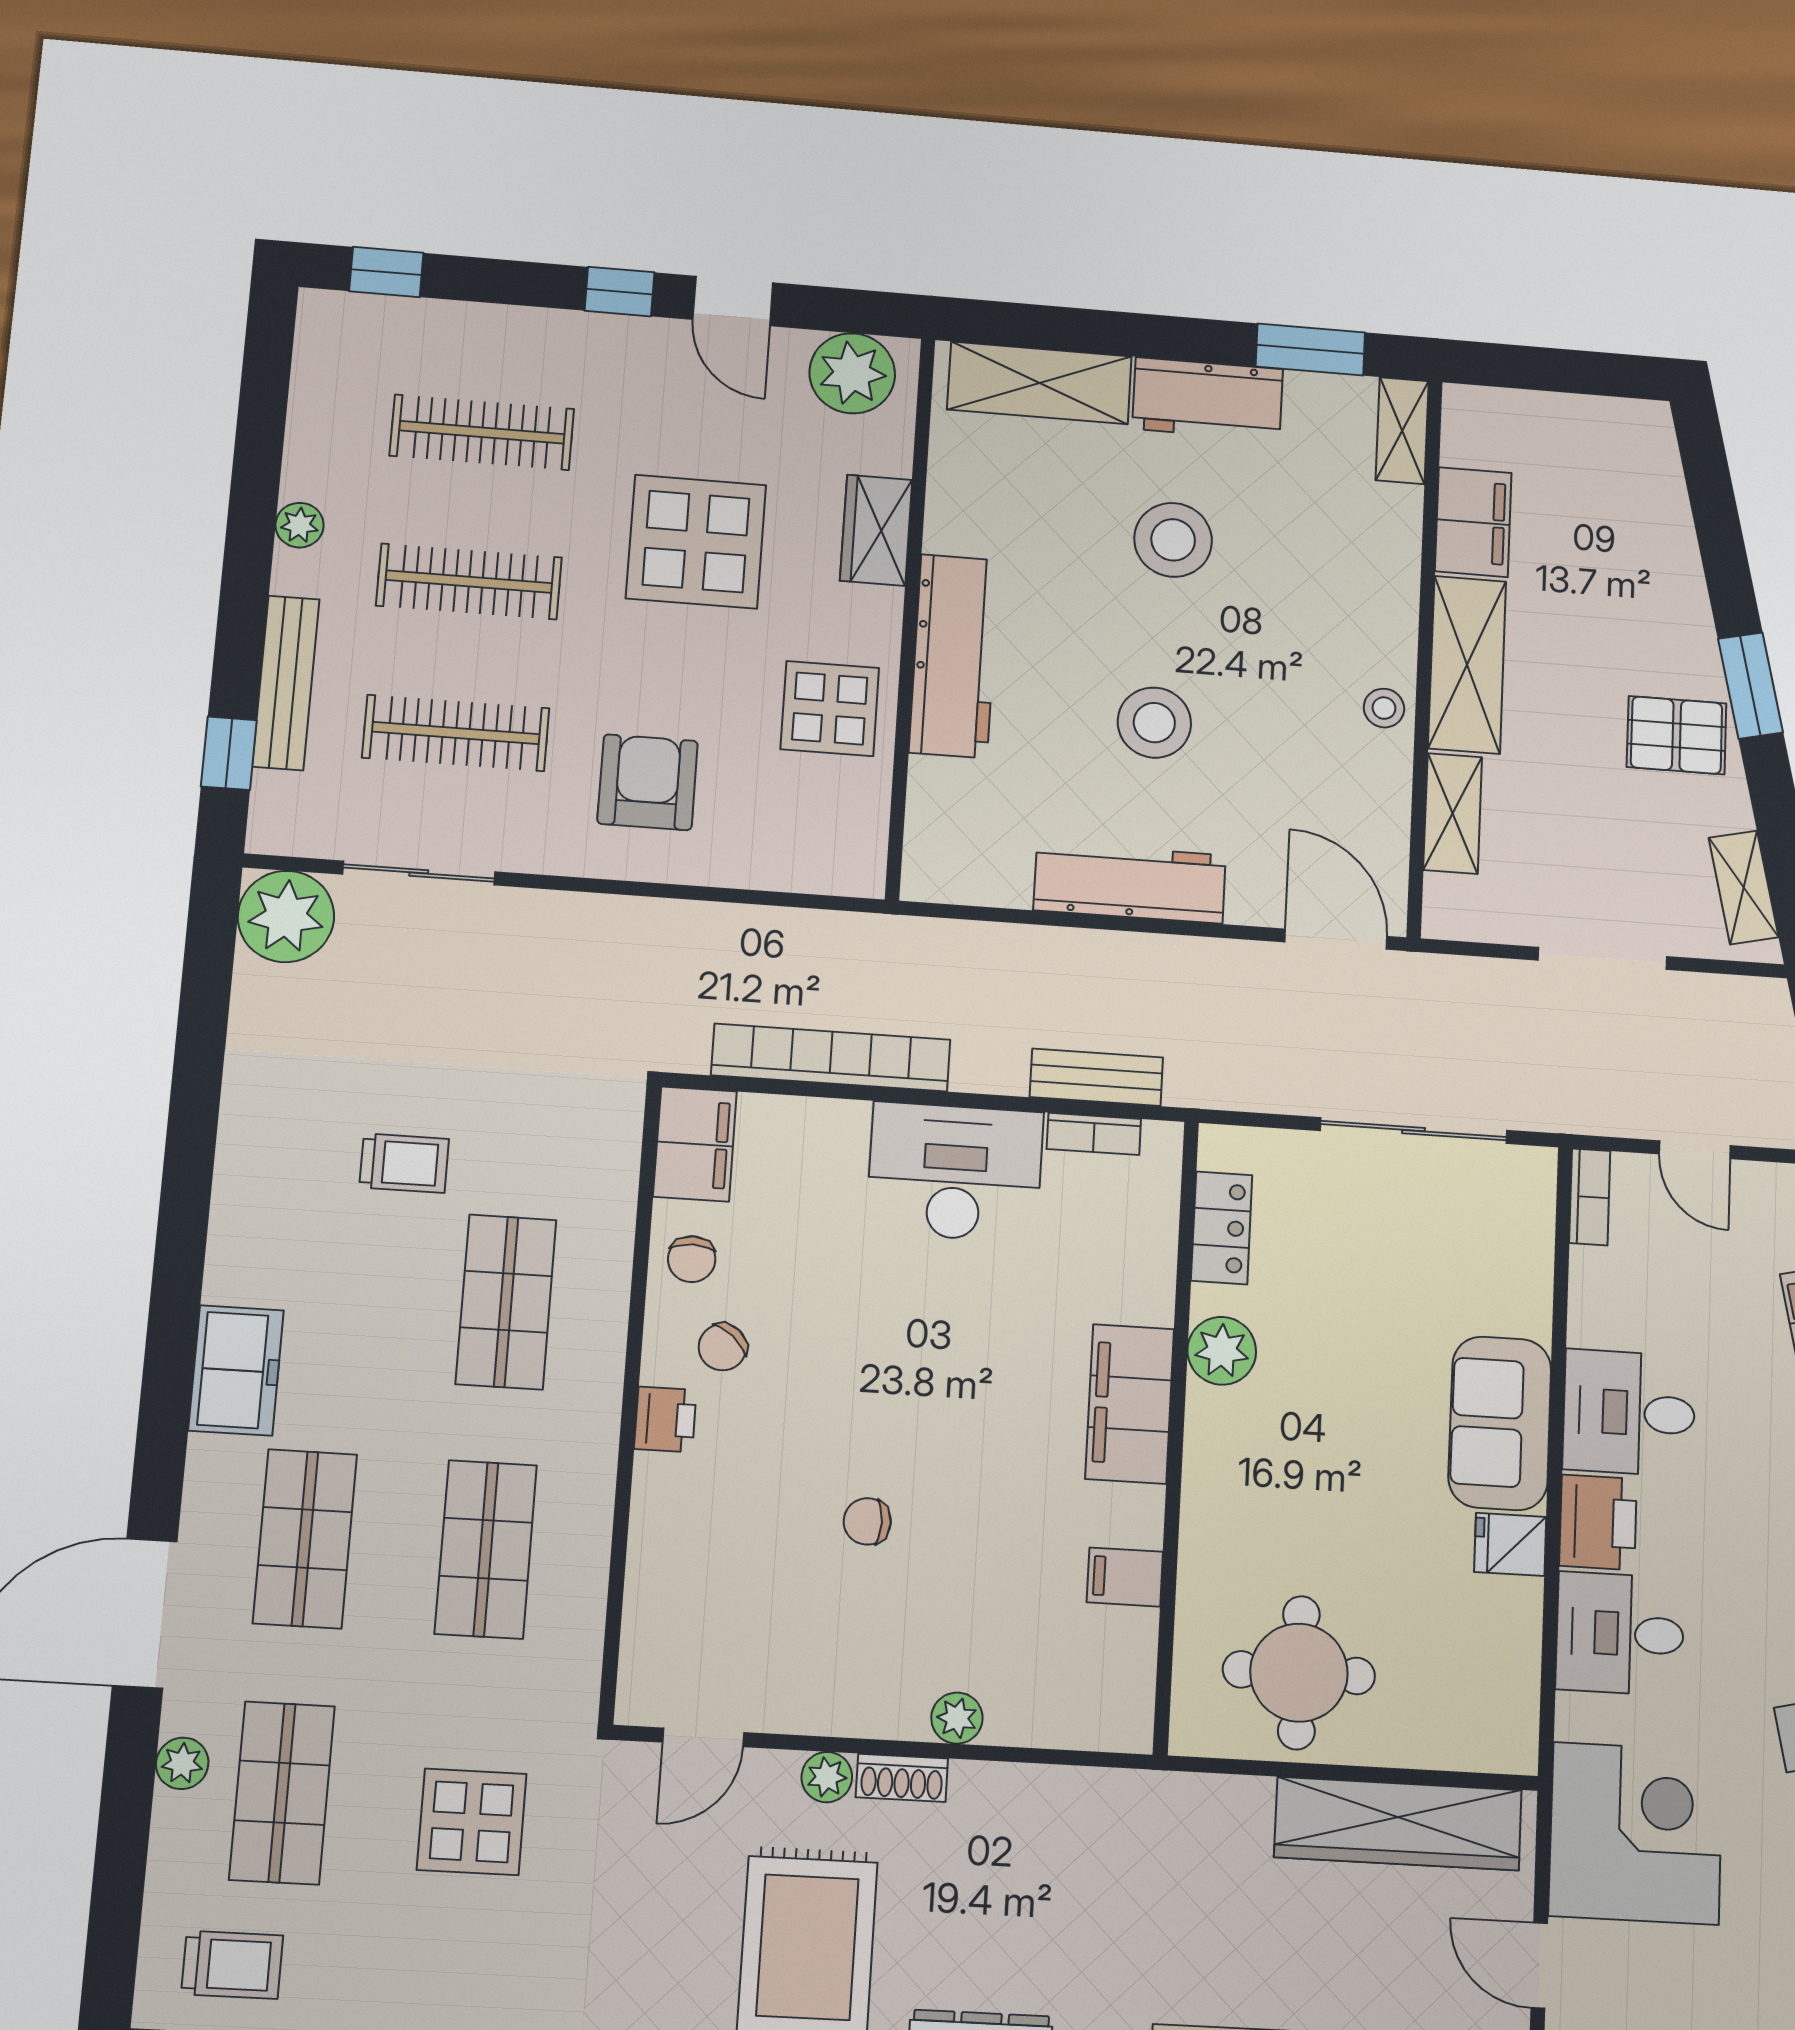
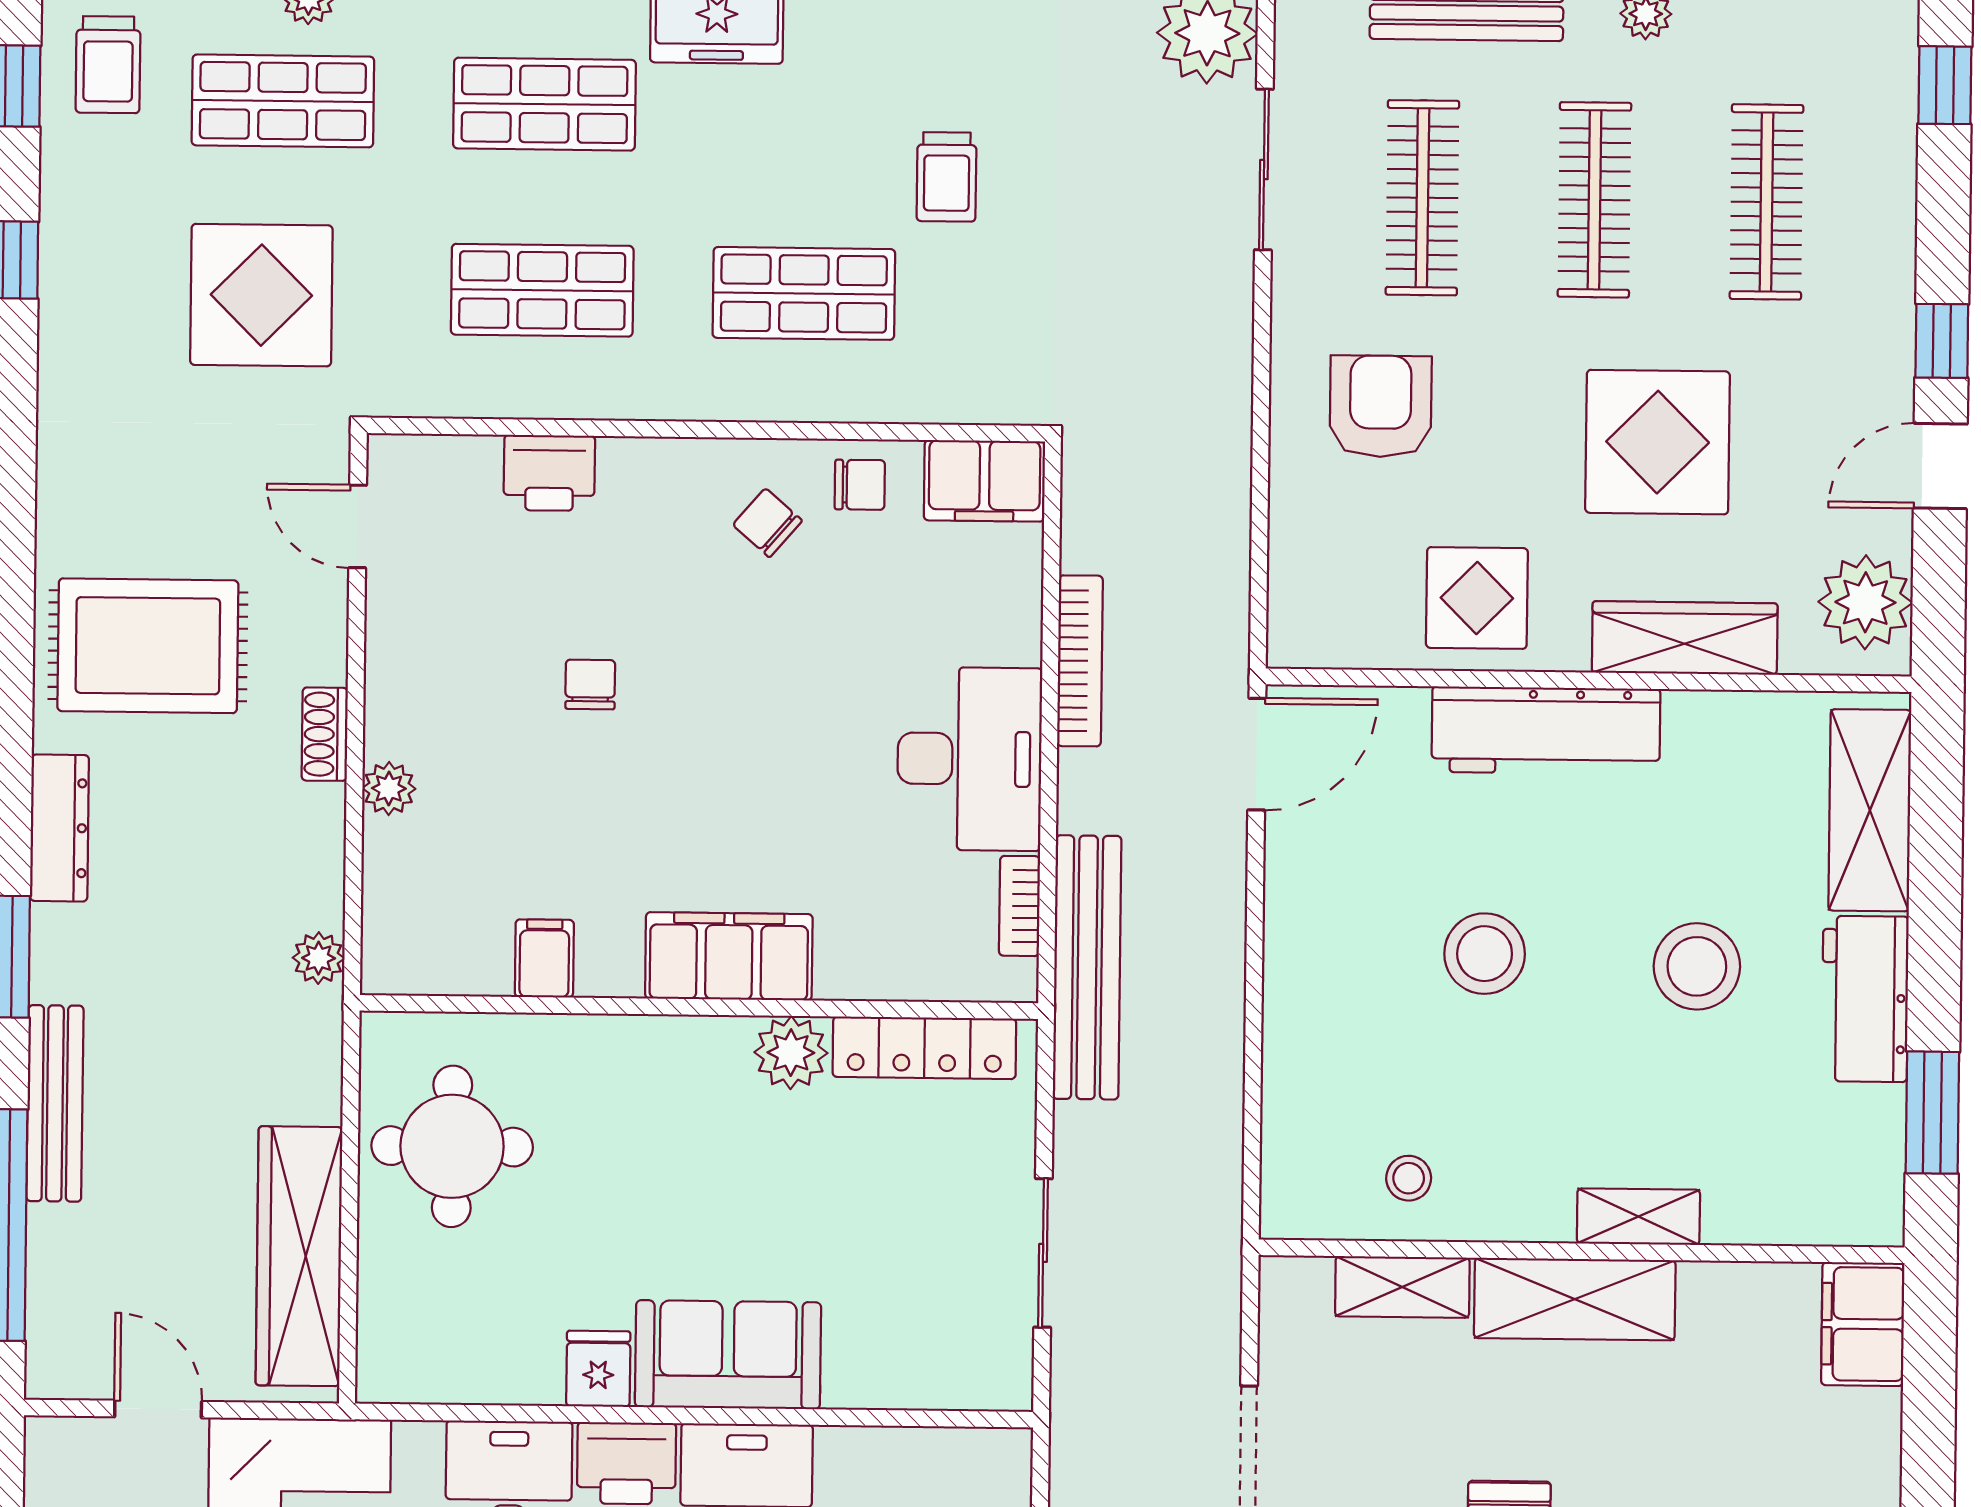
shelving: (1402, 431) -> (1638, 1217), moved
filing cabinet: (1473, 522) -> (1863, 1324), moved, turned 90
wardrobe: (876, 530) -> (1685, 638), width x1.50
stool: (1384, 708) -> (1409, 1178), moved
armchair: (648, 782) -> (1381, 406), turned -90
workbench: (1130, 883) -> (1301, 934), removed
door: (1336, 939) -> (1257, 754), moved
bookcase: (831, 1057) -> (1080, 661), width x0.68, depth x0.76
bench: (1096, 1077) -> (1087, 967), width x1.86, depth x1.21
sliding door: (1413, 1131) -> (1043, 1253), width x0.73
bookcase: (1590, 1197) -> (980, 1448), removed
locker: (1222, 1228) -> (924, 1048), width x1.53
chair: (692, 1259) -> (860, 485), turned 180
printer: (665, 1419) -> (549, 473), moved, width x1.36, depth x1.24
plant: (827, 1777) -> (319, 958), moved
display table: (472, 1822) -> (261, 295), width x1.36, depth x1.36
door: (1539, 1966) -> (158, 1409), hinge flipped

